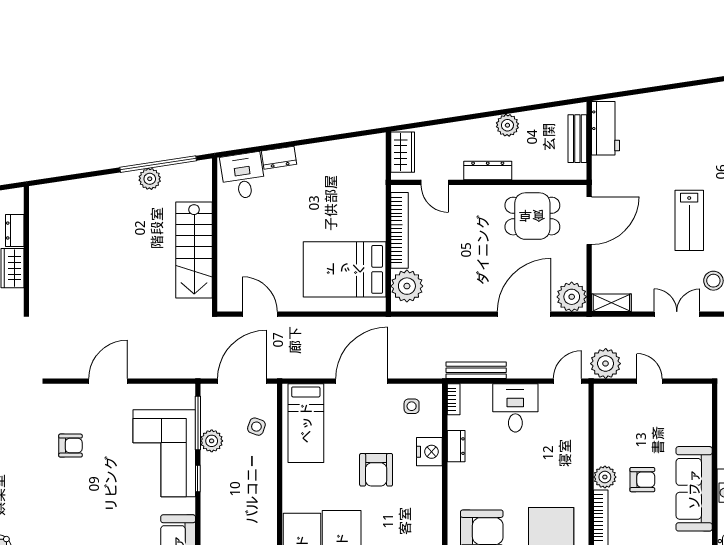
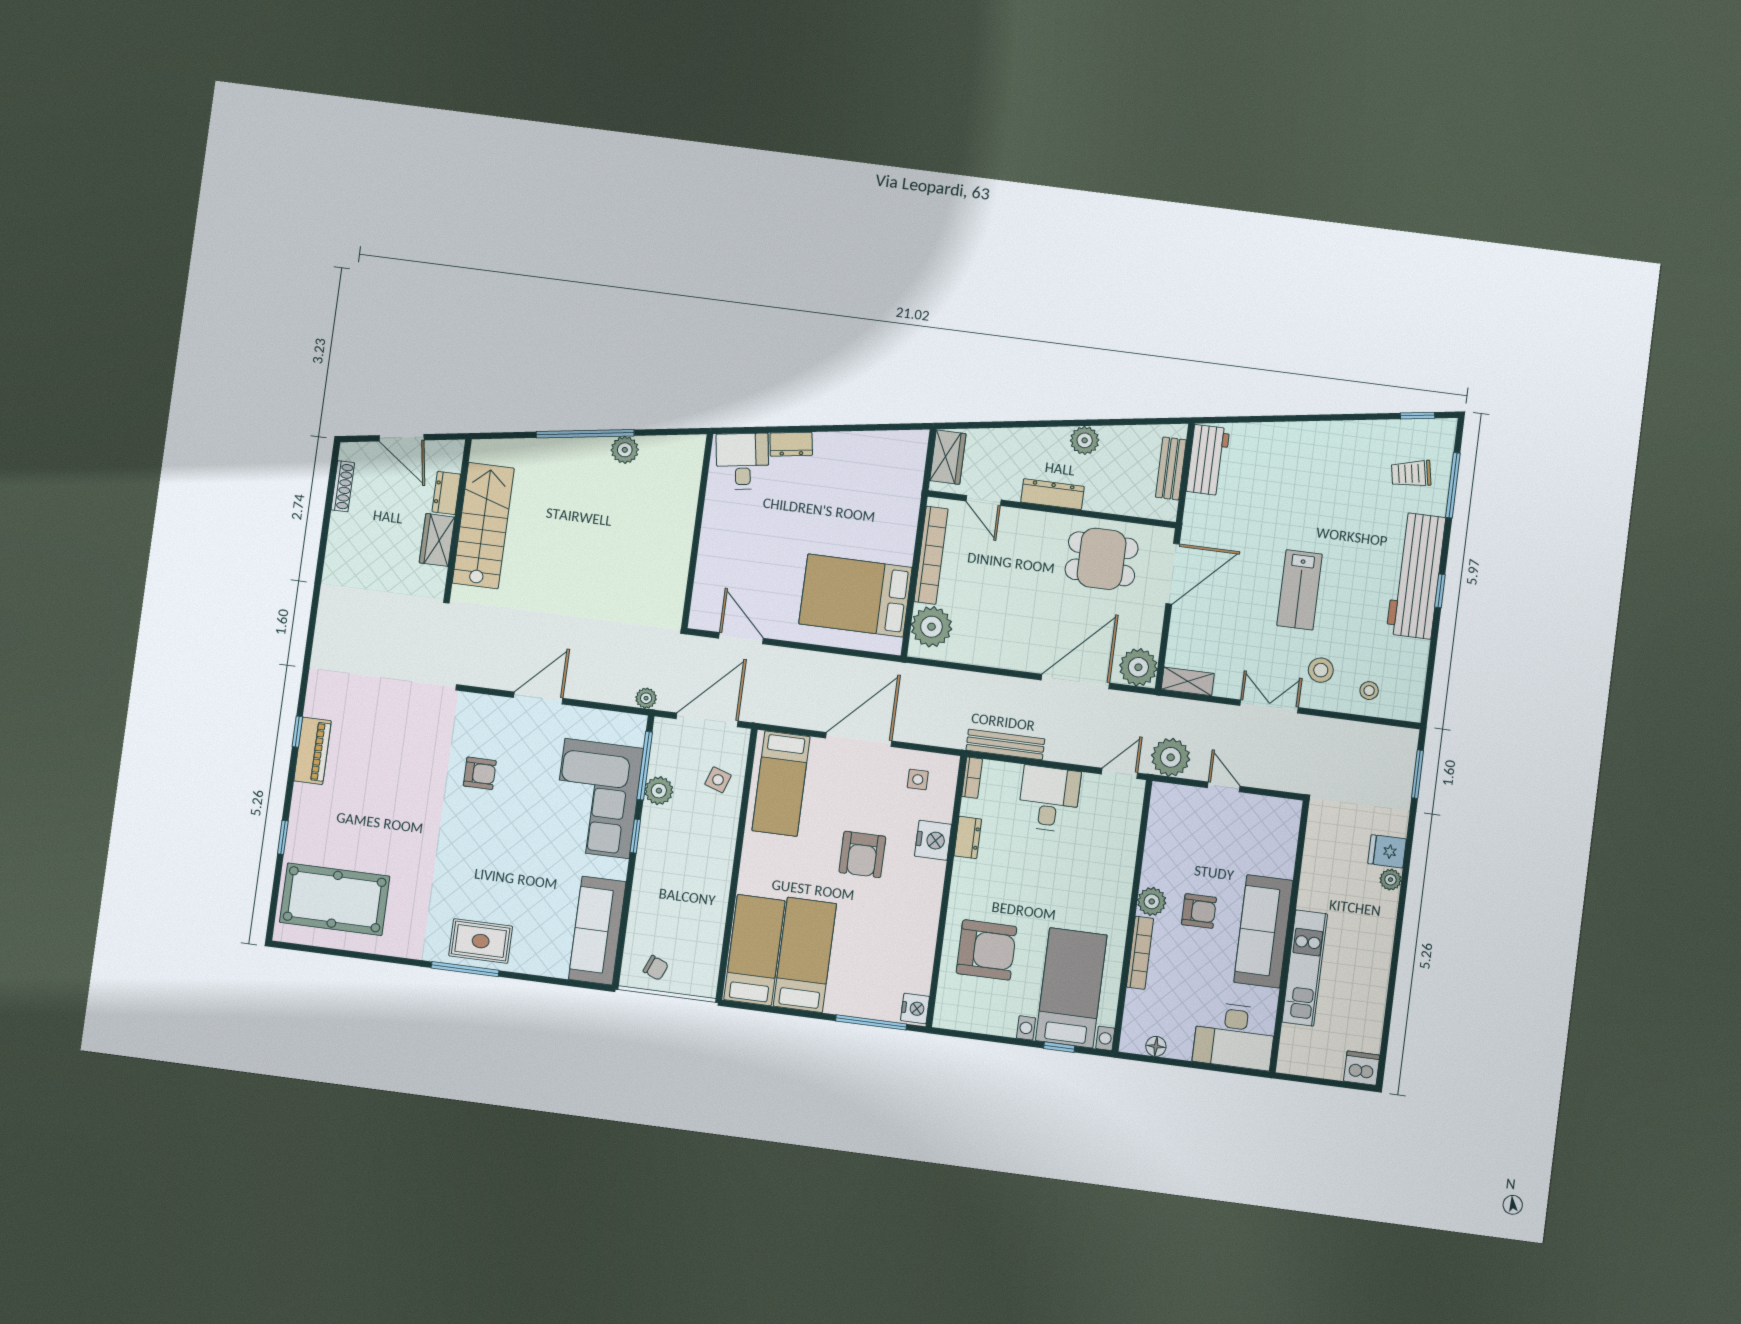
window: (158, 164) -> (585, 434), moved
stairs: (194, 250) -> (483, 526), moved, turned 180
plant: (192, 370) -> (646, 698), added

